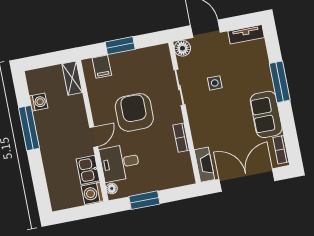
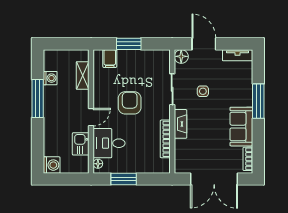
shelving: (72, 78) -> (83, 75), moved
armchair: (134, 112) -> (130, 103), width x0.73, depth x0.73
bookcase: (181, 138) -> (165, 139), width x1.56
fireplace: (204, 165) -> (180, 124), moved
double door: (247, 180) -> (214, 179), swing flipped
washing machine: (92, 193) -> (52, 165), moved, turned 180

